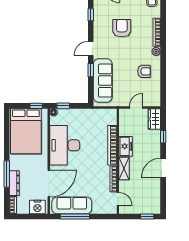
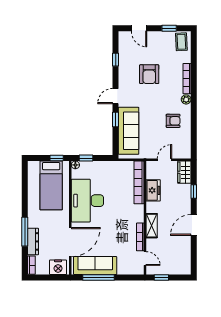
armchair: (122, 28) -> (149, 74), turned 180
bed: (26, 131) -> (51, 185), width x0.67
bookcase: (112, 145) -> (139, 182), moved
freezer: (125, 146) -> (153, 190), moved
window: (147, 217) -> (161, 278), moved

